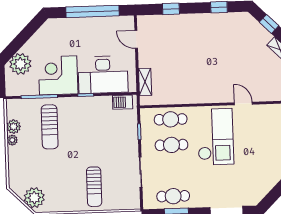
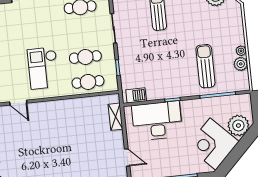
corner desk: (58, 75) -> (213, 144), moved, turned 135
checkout: (215, 137) -> (43, 68), width x0.73, depth x0.83

